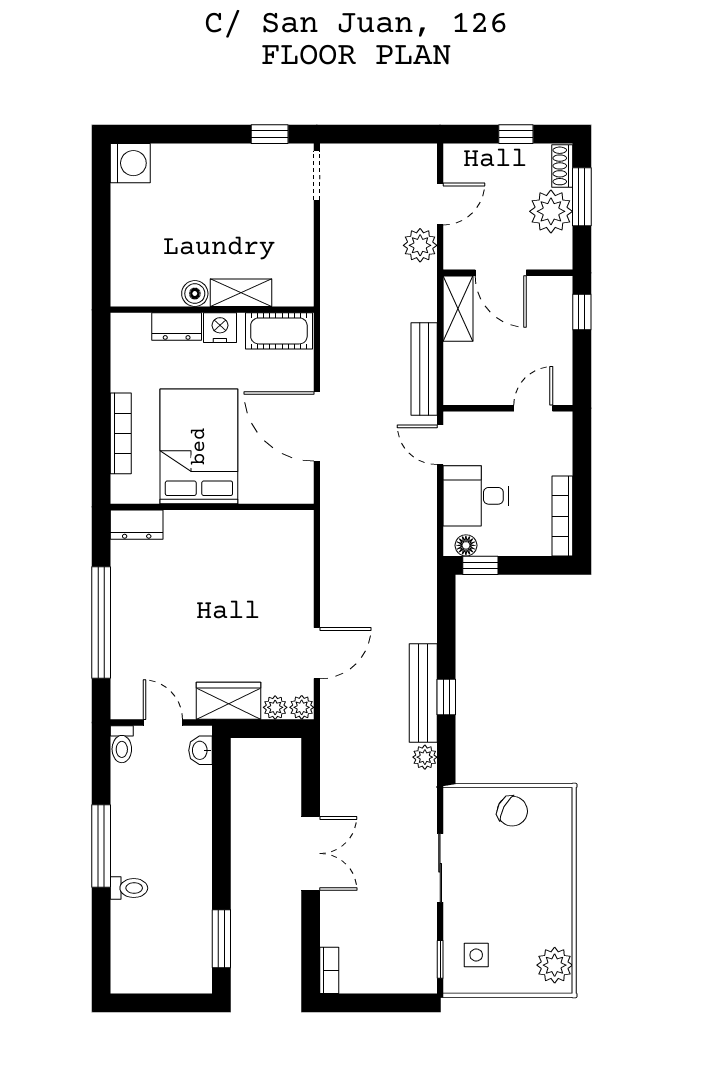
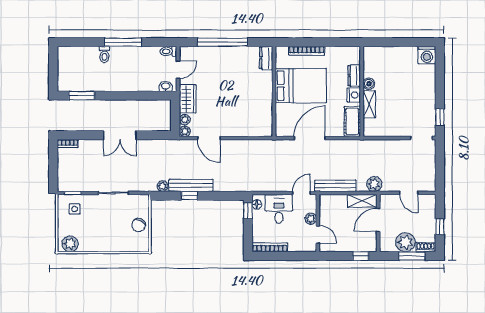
plant: (420, 245) -> (374, 184), moved
plant: (498, 424) -> (311, 219), added

